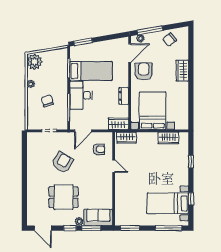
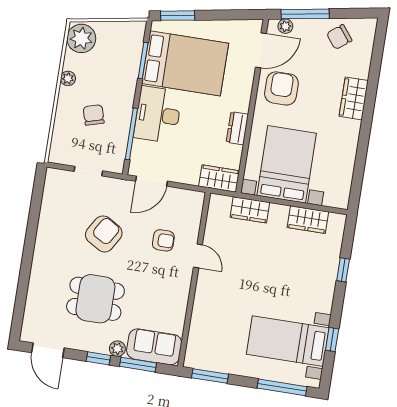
bed: (91, 71) -> (185, 63), width x1.50
wardrobe: (126, 138) -> (250, 210), moved
armchair: (99, 149) -> (163, 240), moved

